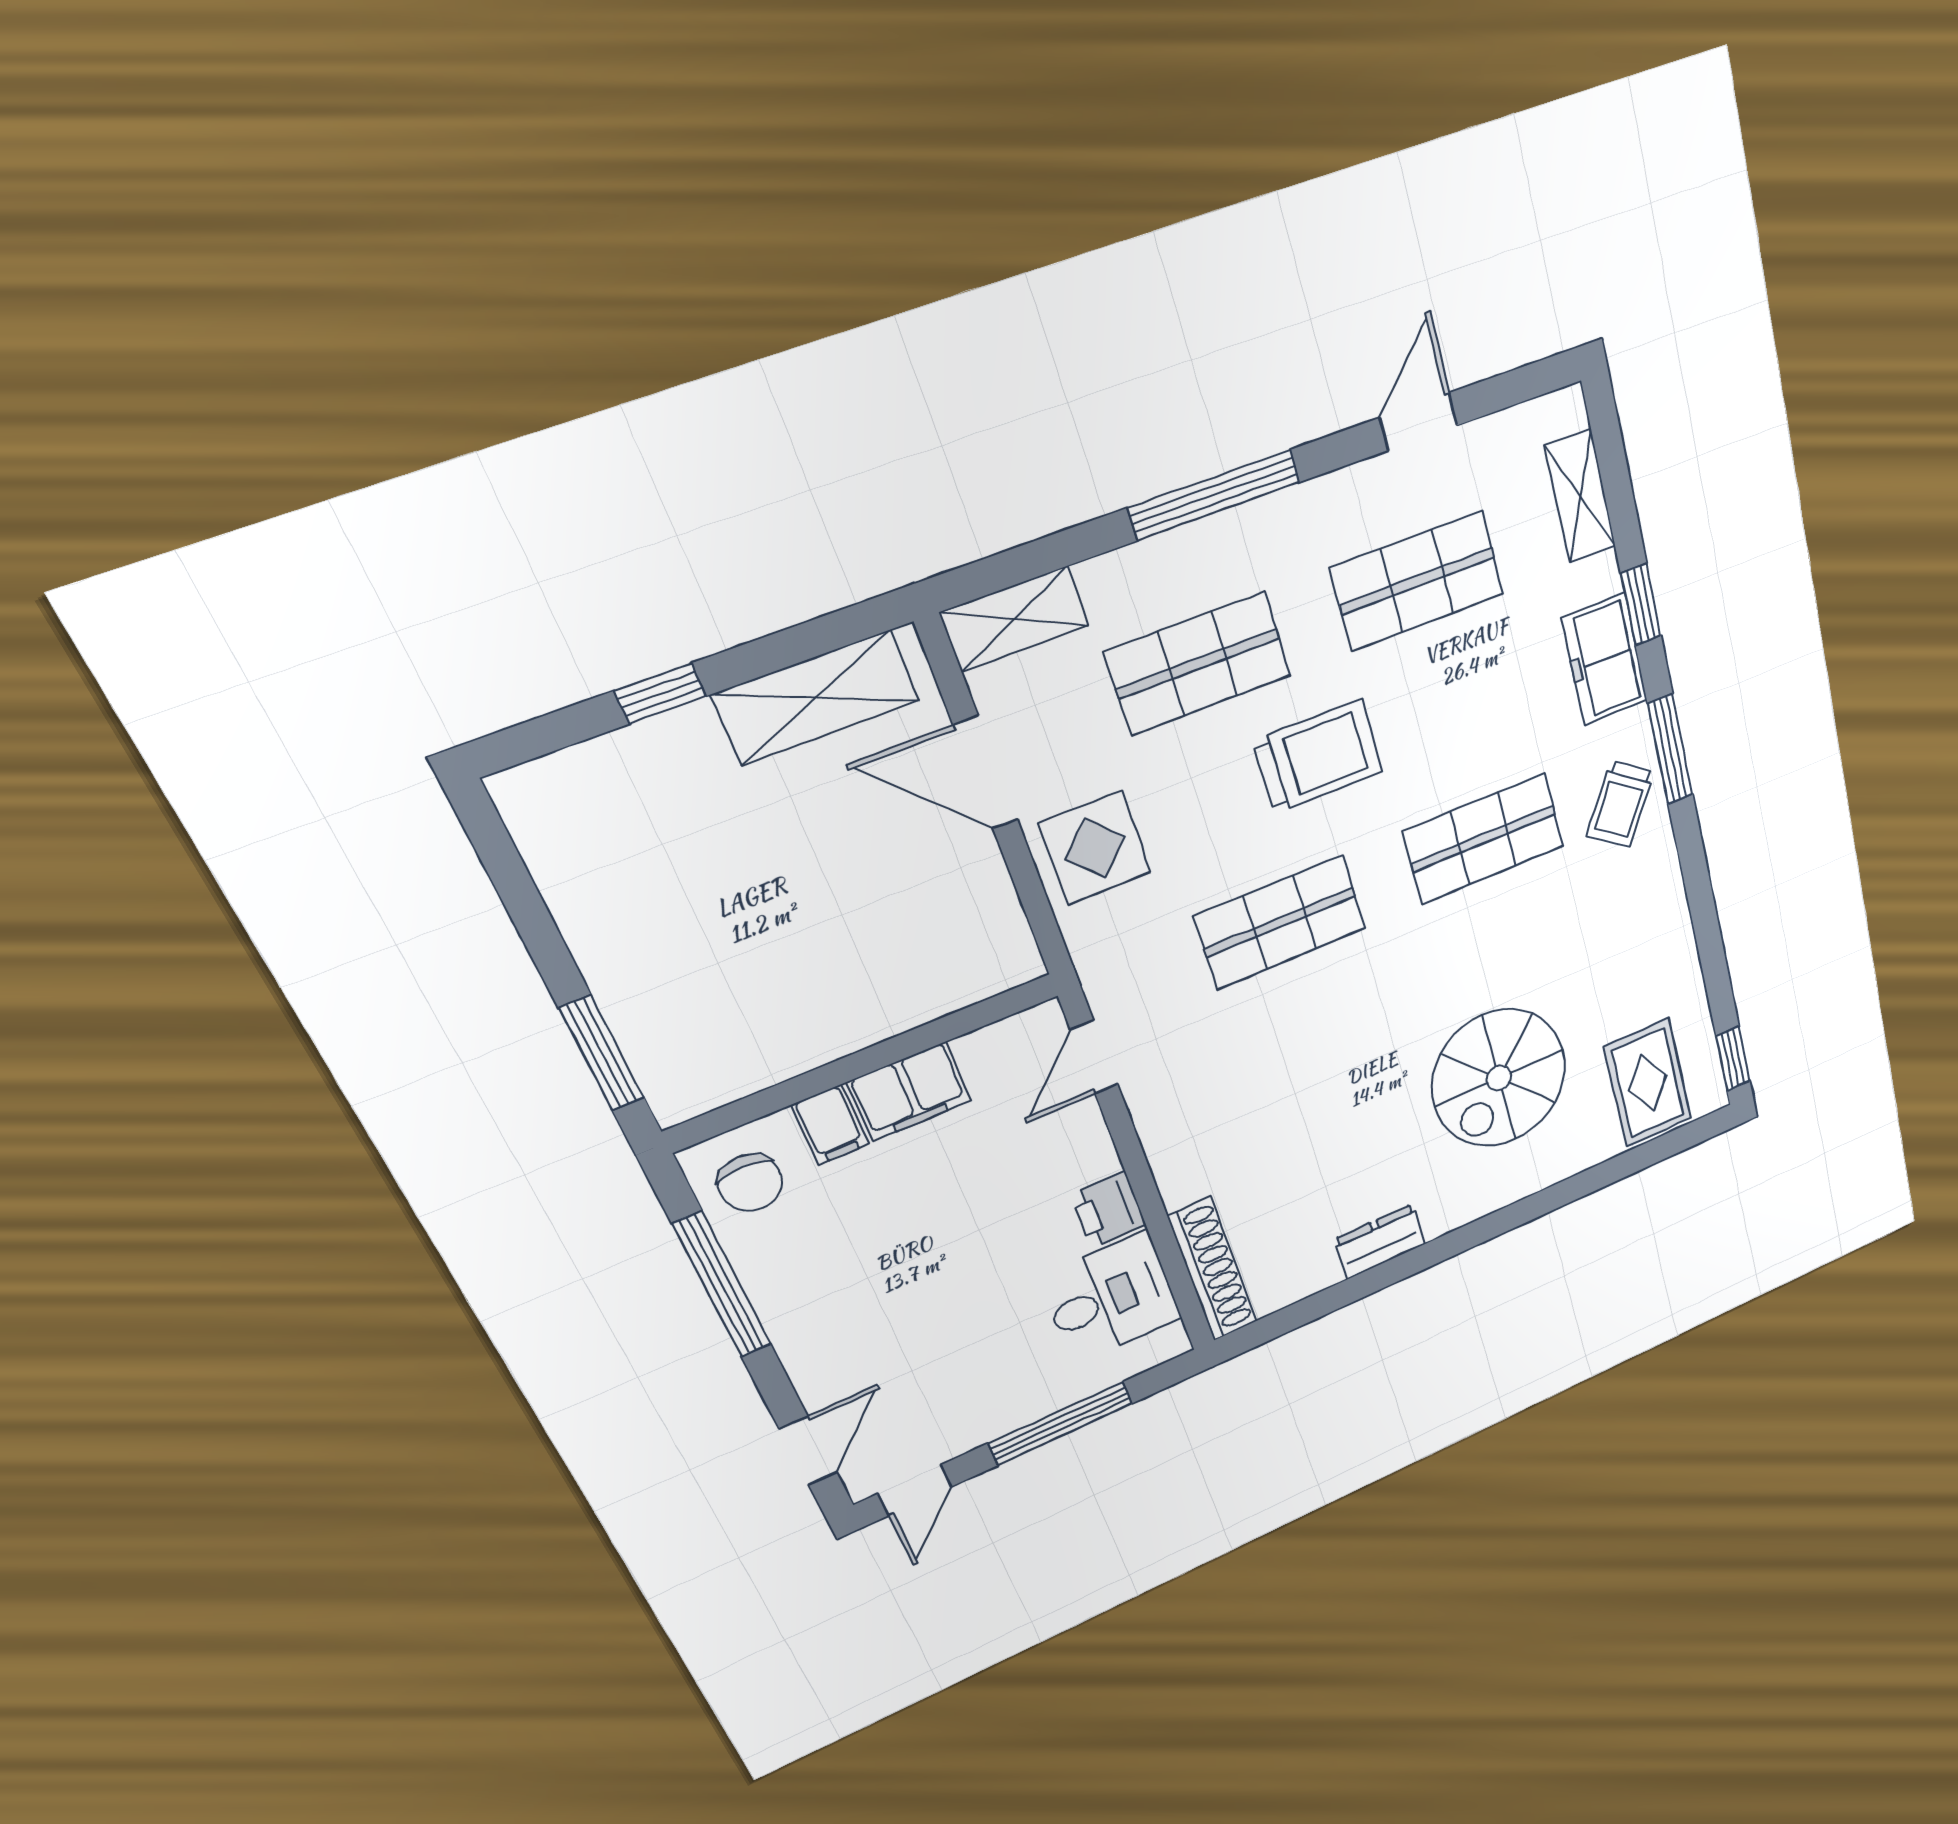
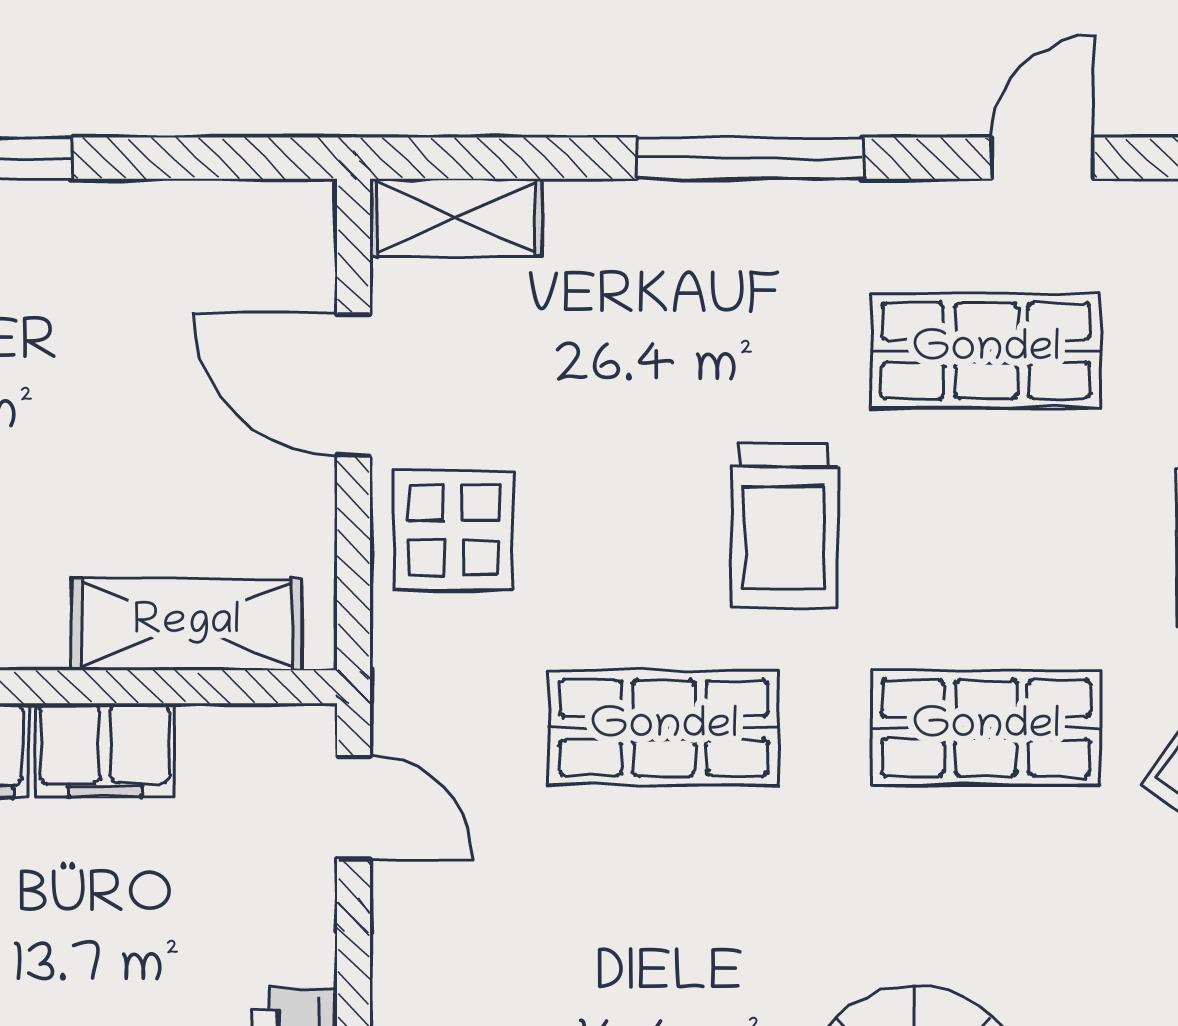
shop shelf: (1198, 664) -> (664, 351), removed
shelving: (816, 698) -> (187, 624), moved
trolley: (1318, 757) -> (784, 526), turned 90
door: (1094, 1057) -> (354, 807), swing flipped

